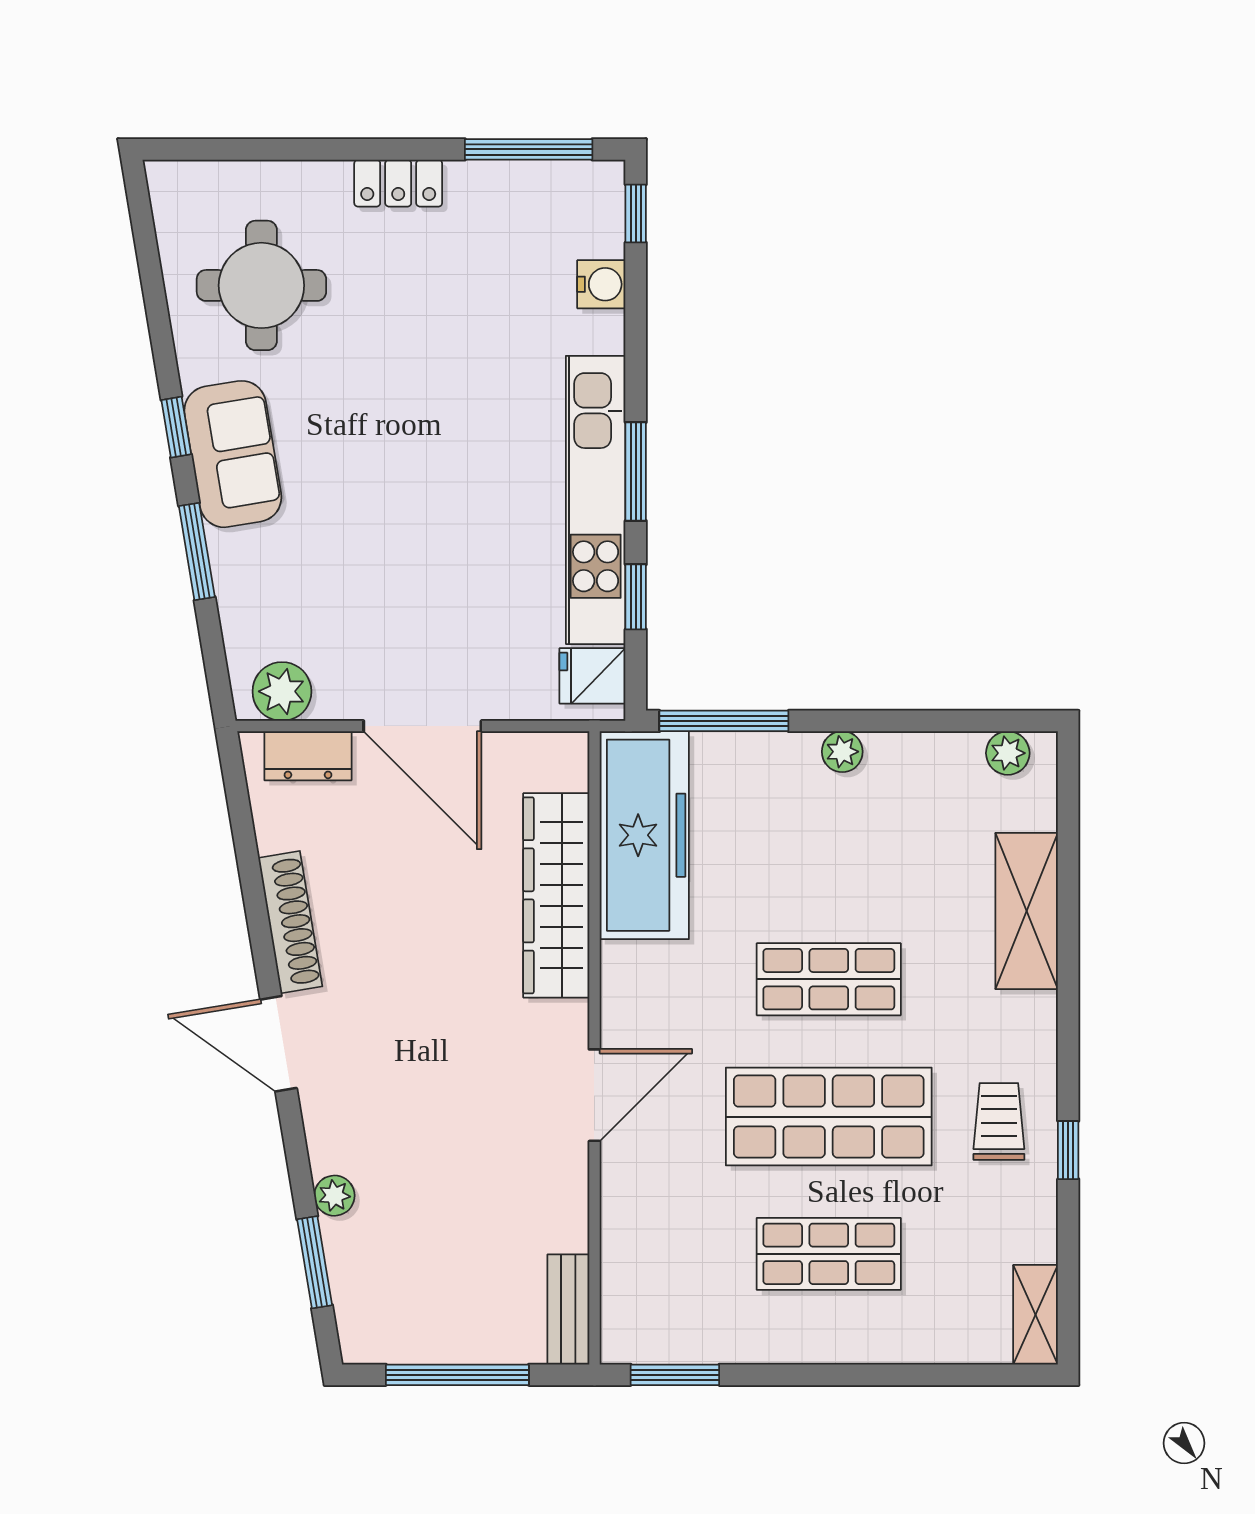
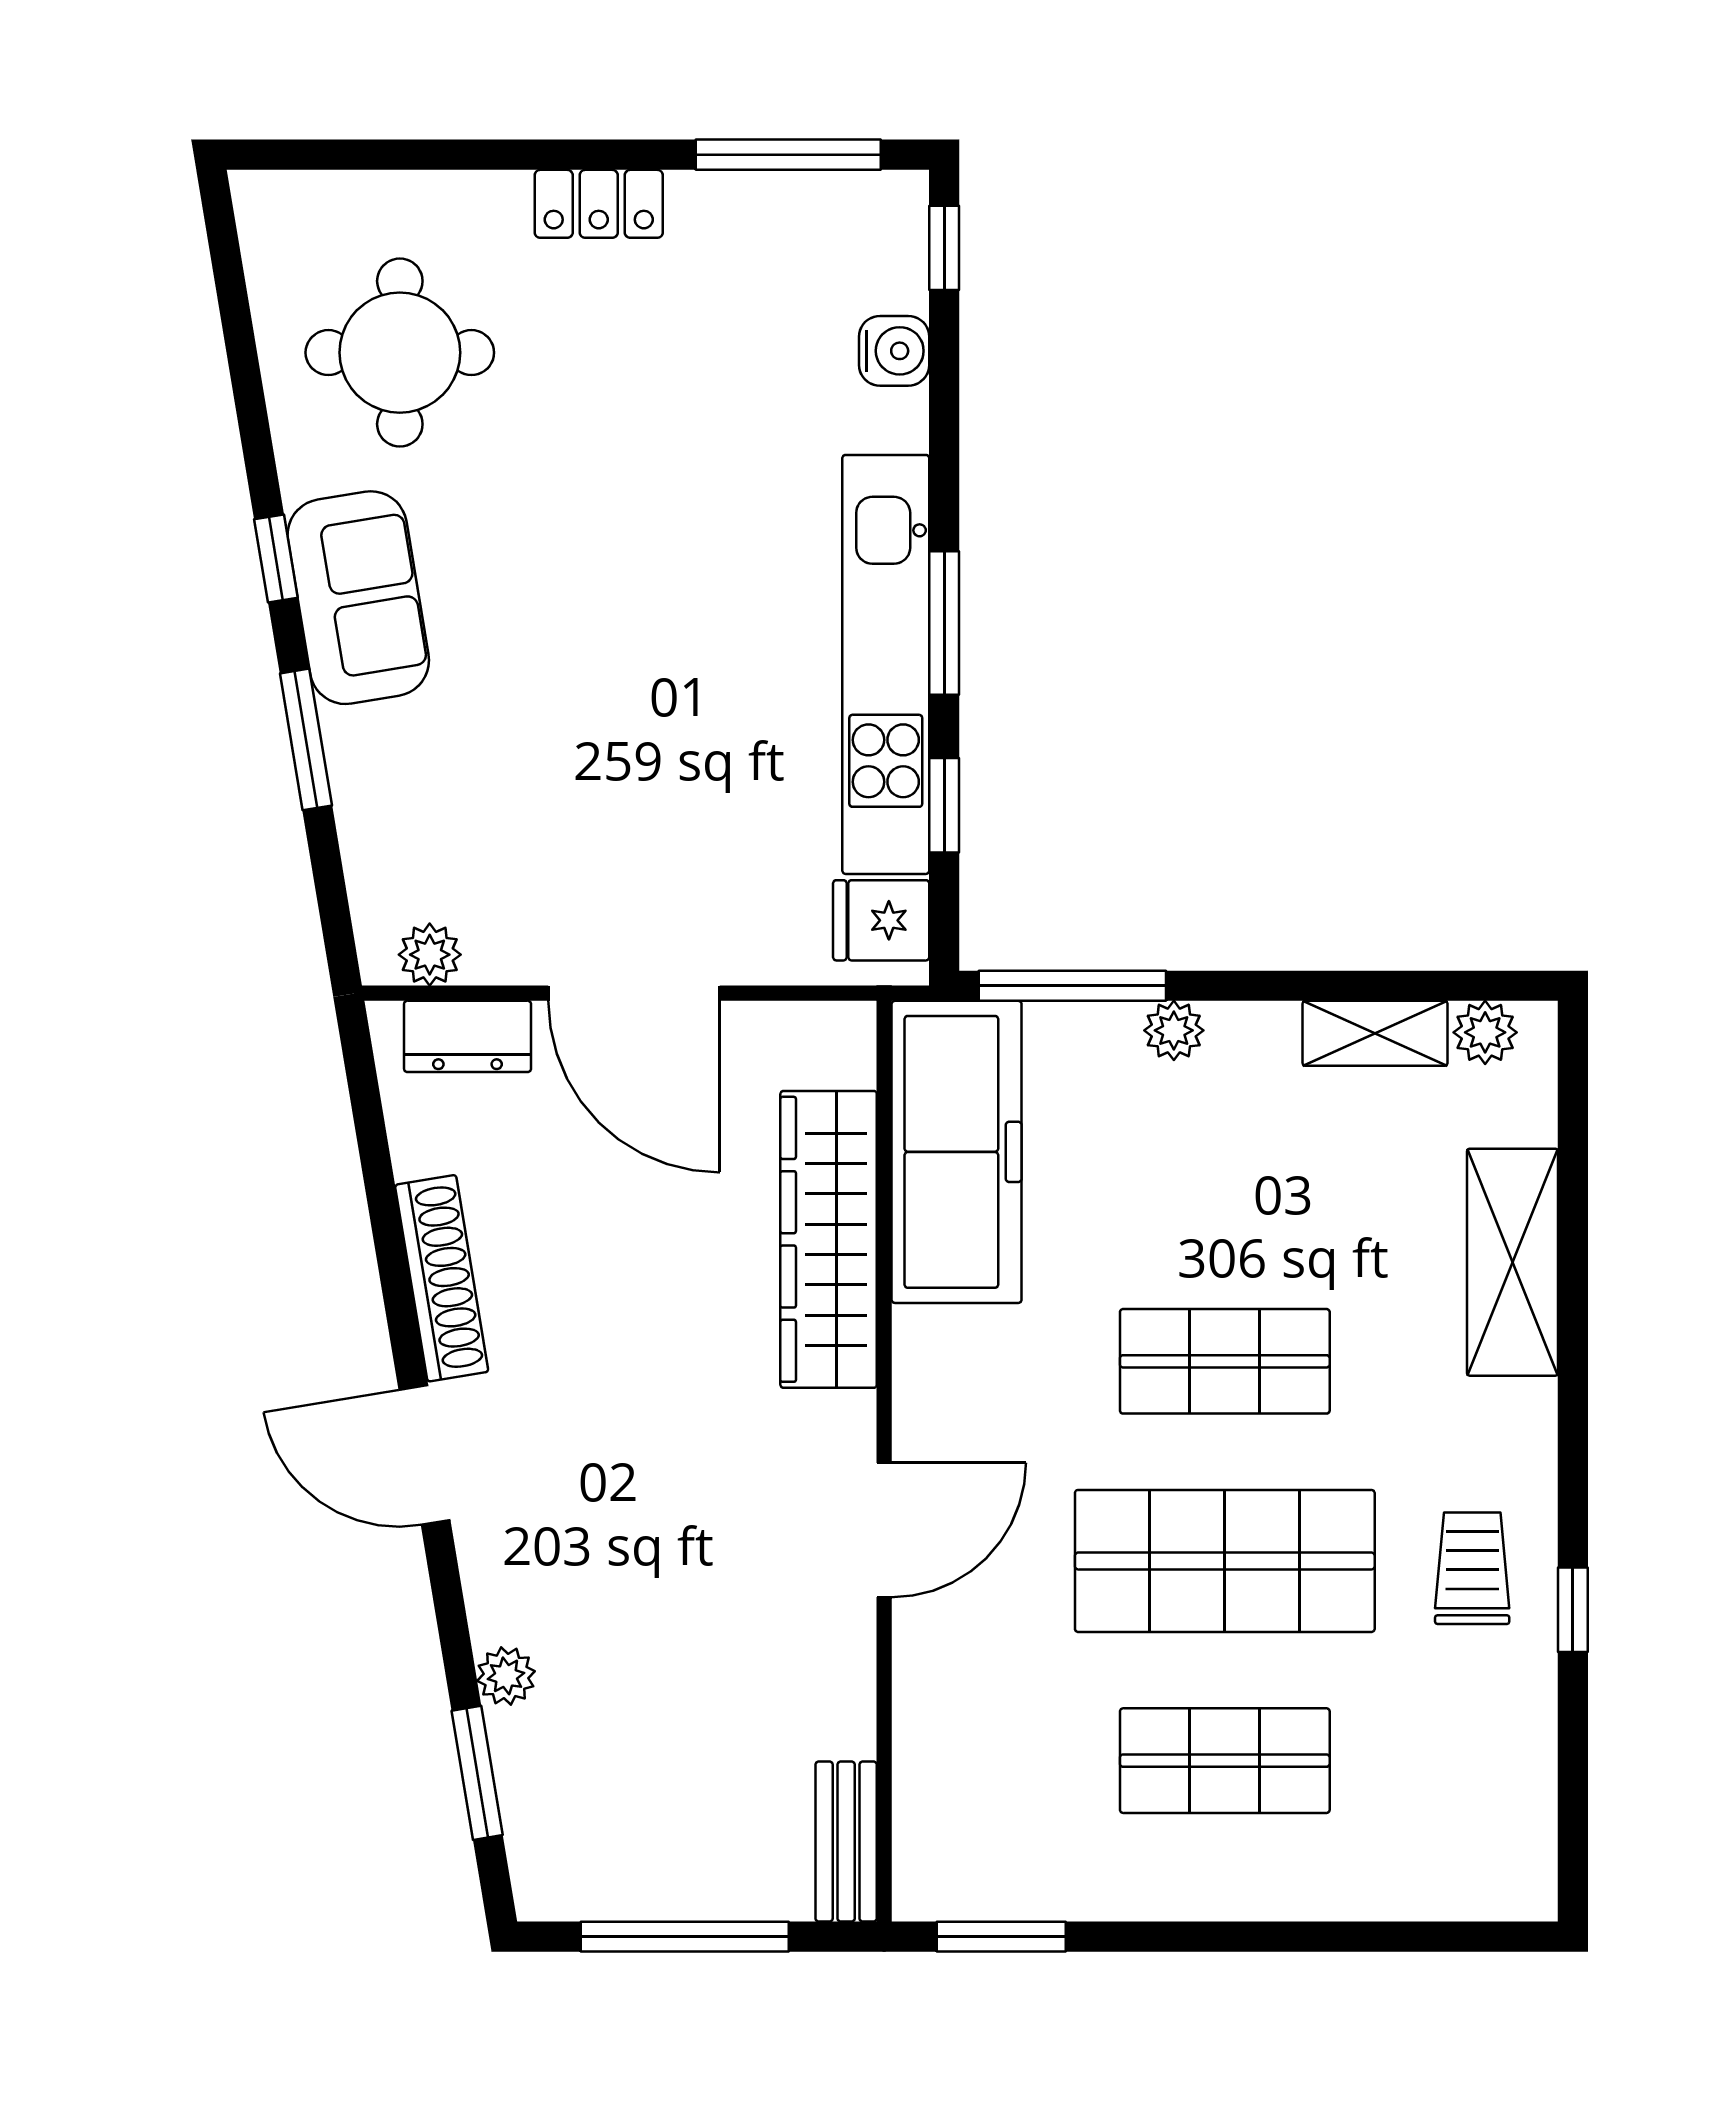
plant: (282, 691) -> (430, 955), width x0.73, depth x0.73
plant: (842, 752) -> (1174, 1030), moved
shelving: (1035, 1315) -> (1375, 1033), moved, turned 90

